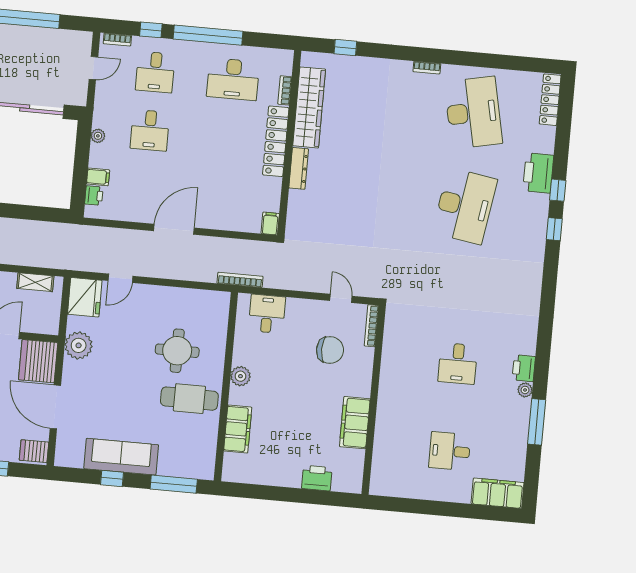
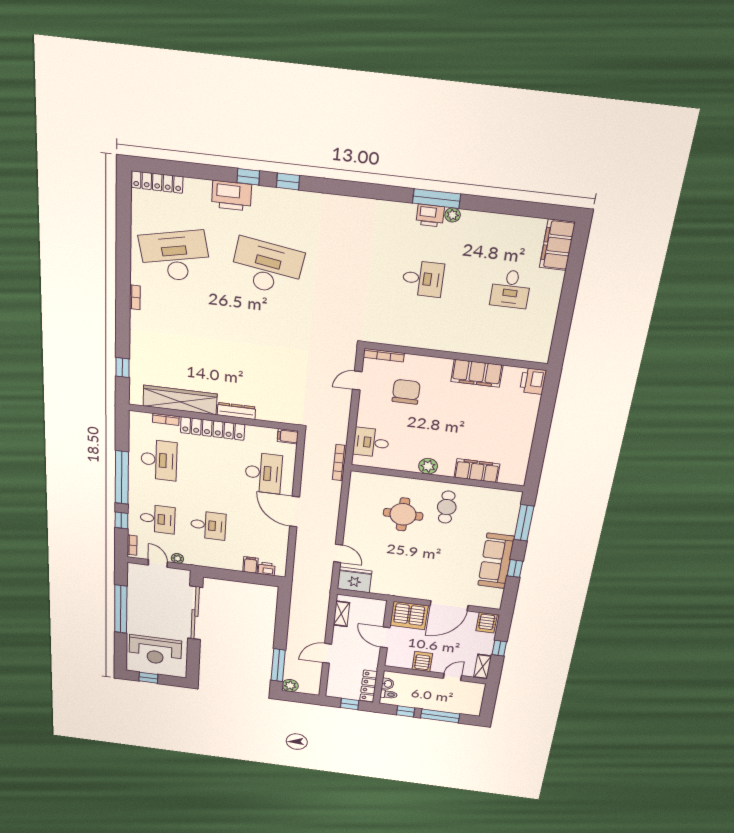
plant: (98, 136) -> (177, 558), moved
desk: (222, 196) -> (263, 473), added
plant: (79, 345) -> (396, 586), removed
cafe table: (189, 399) -> (447, 507), width x0.73, depth x0.74
window: (537, 422) -> (437, 199), moved
printer: (317, 478) -> (533, 381), moved

